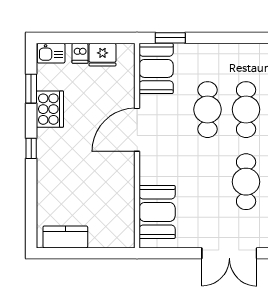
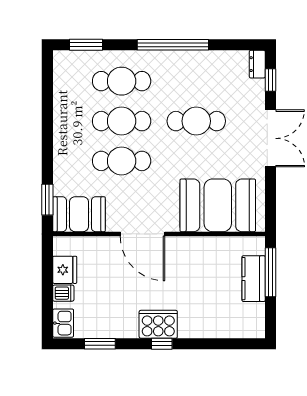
cooker: (50, 109) -> (158, 324), moved
booth: (157, 212) -> (218, 205), width x1.36, depth x1.42
kitchen counter: (65, 237) -> (254, 279), moved
window: (100, 253) -> (270, 272), added

